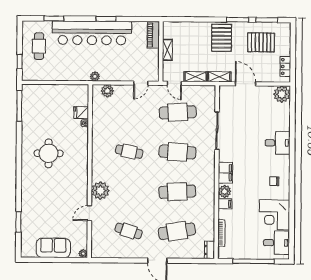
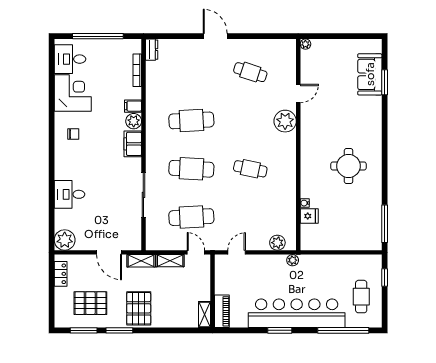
window: (54, 18) -> (343, 330), width x2.11
shelving: (167, 50) -> (205, 315), moved
desk: (278, 143) -> (69, 194), moved
cafe table: (177, 231) -> (191, 72), removed
sofa: (53, 248) -> (370, 74), moved, turned 90

